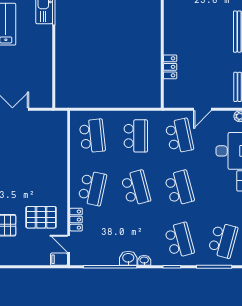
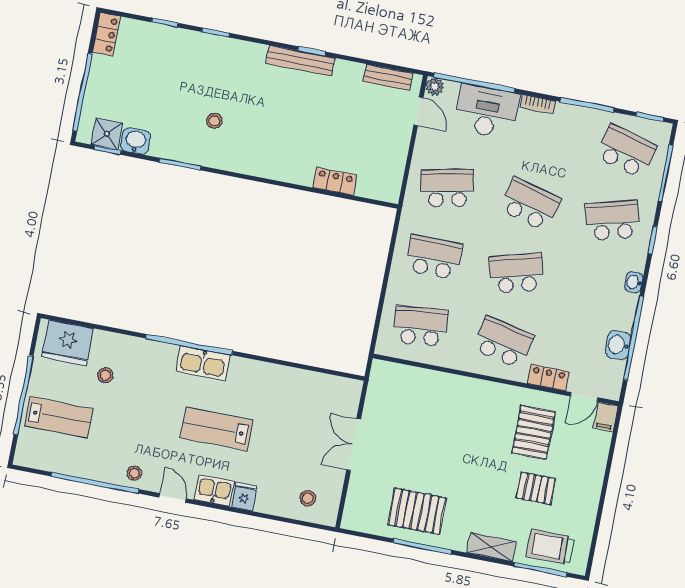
door: (202, 109) -> (418, 111), moved
school desk: (179, 188) -> (530, 204), turned 30
washbasin: (128, 258) -> (618, 345), moved

